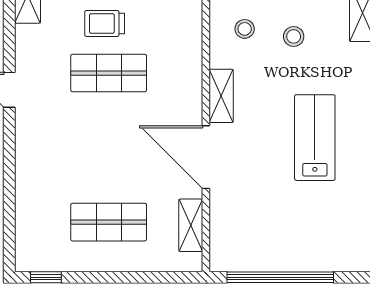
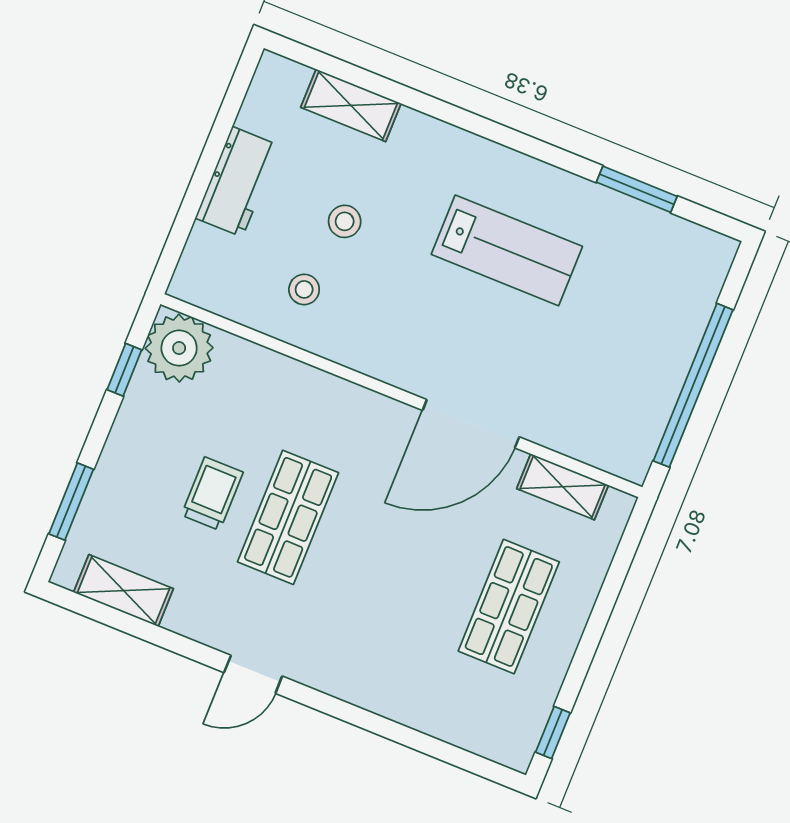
trolley: (105, 23) -> (212, 494), turned 180
shelving: (221, 96) -> (389, 364), removed
lab bench: (315, 138) -> (507, 250), turned 180

